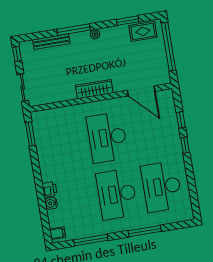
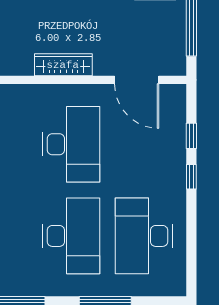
desk: (107, 137) -> (71, 144), turned 180
desk: (117, 194) -> (71, 236), turned 180

